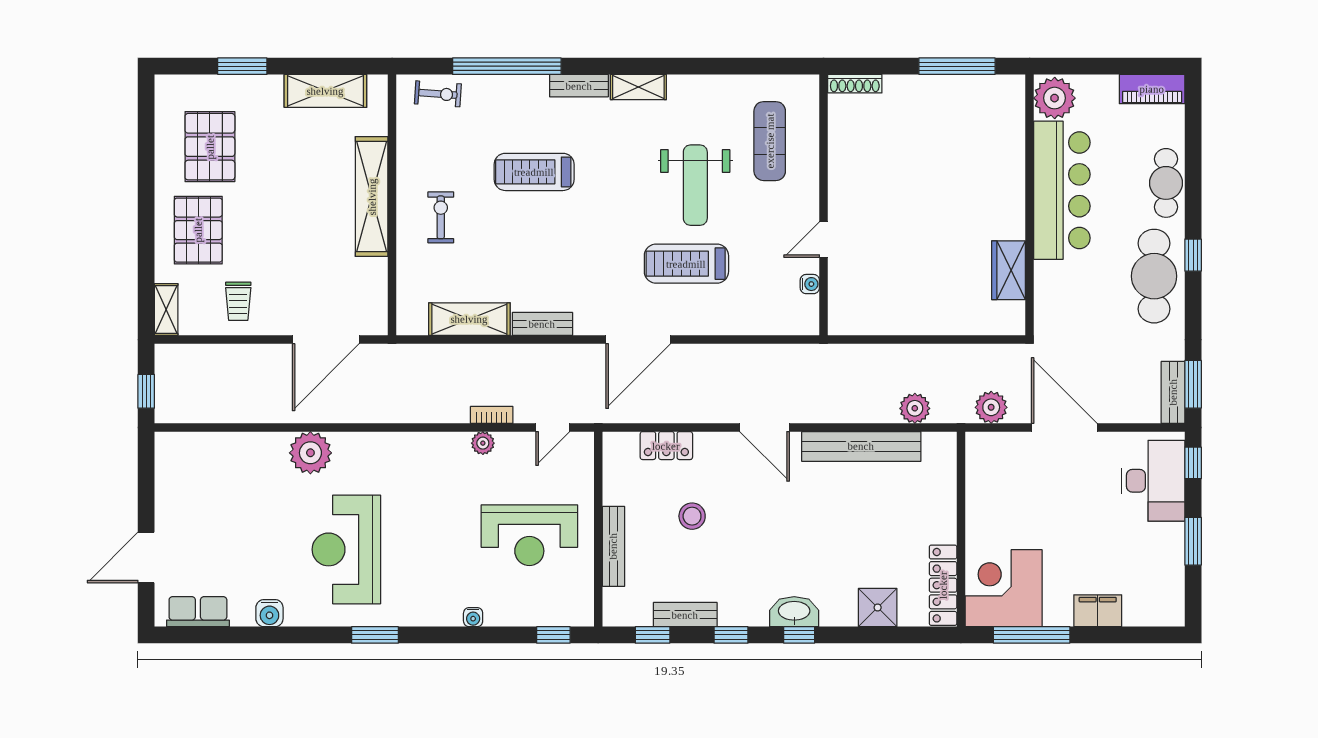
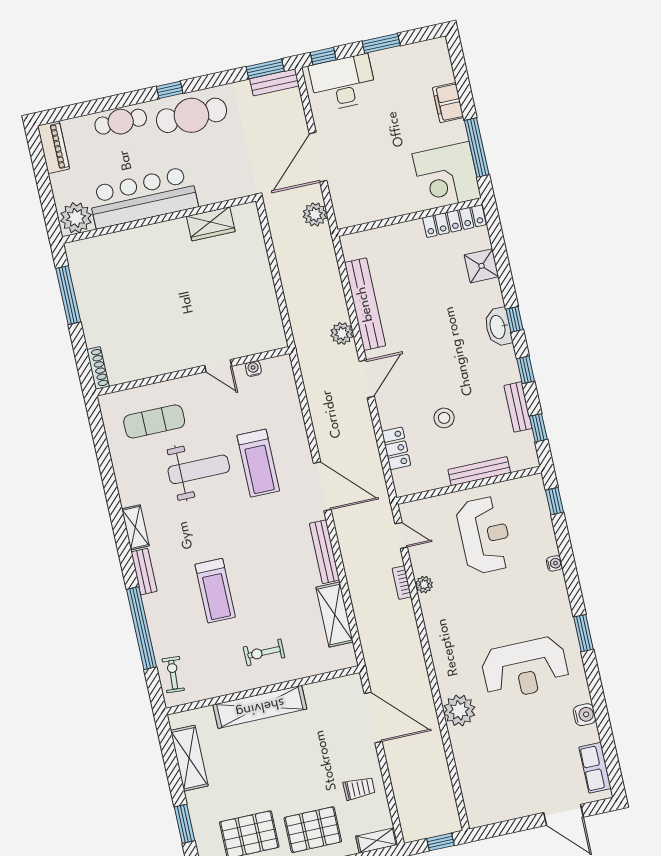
bench: (542, 324) -> (325, 552), width x1.36
plant: (915, 408) -> (342, 333), moved

